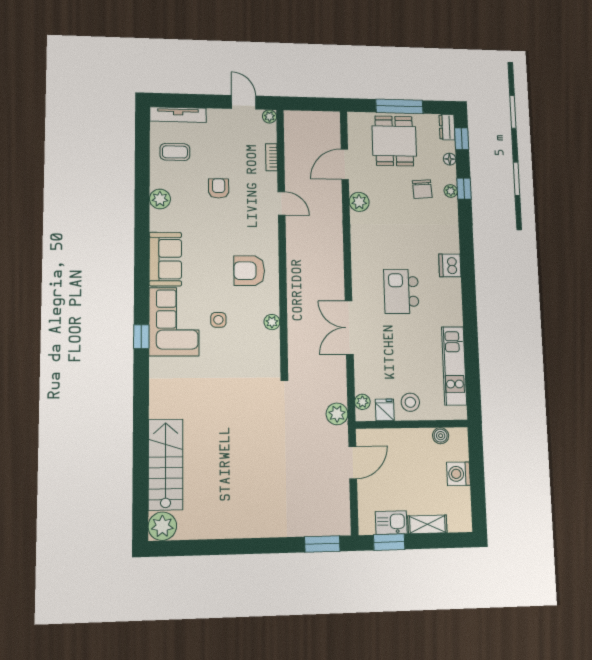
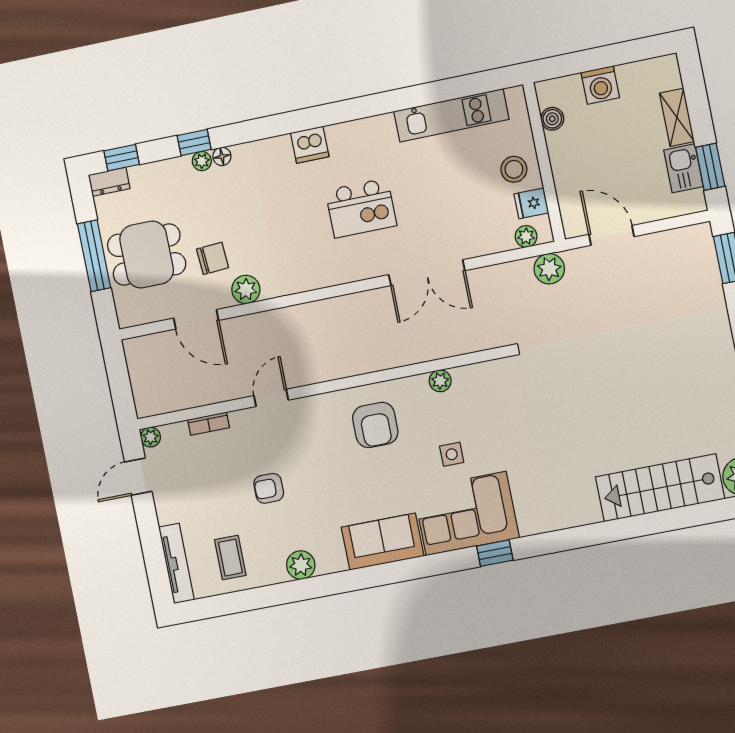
floor lamp: (450, 159) -> (222, 156), moved
chair: (422, 189) -> (213, 258), moved

